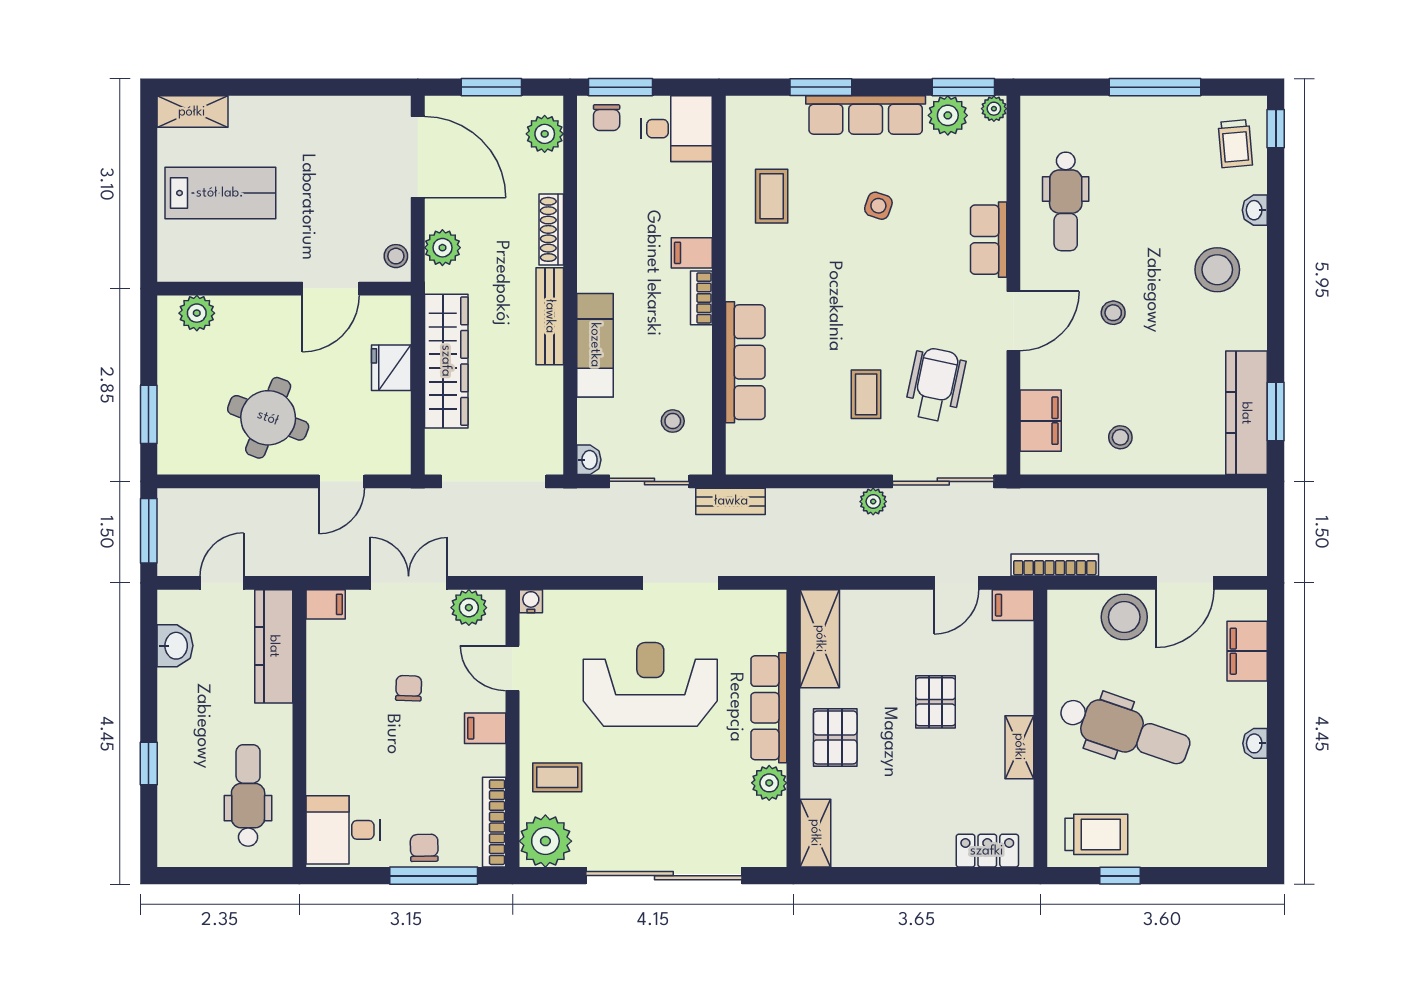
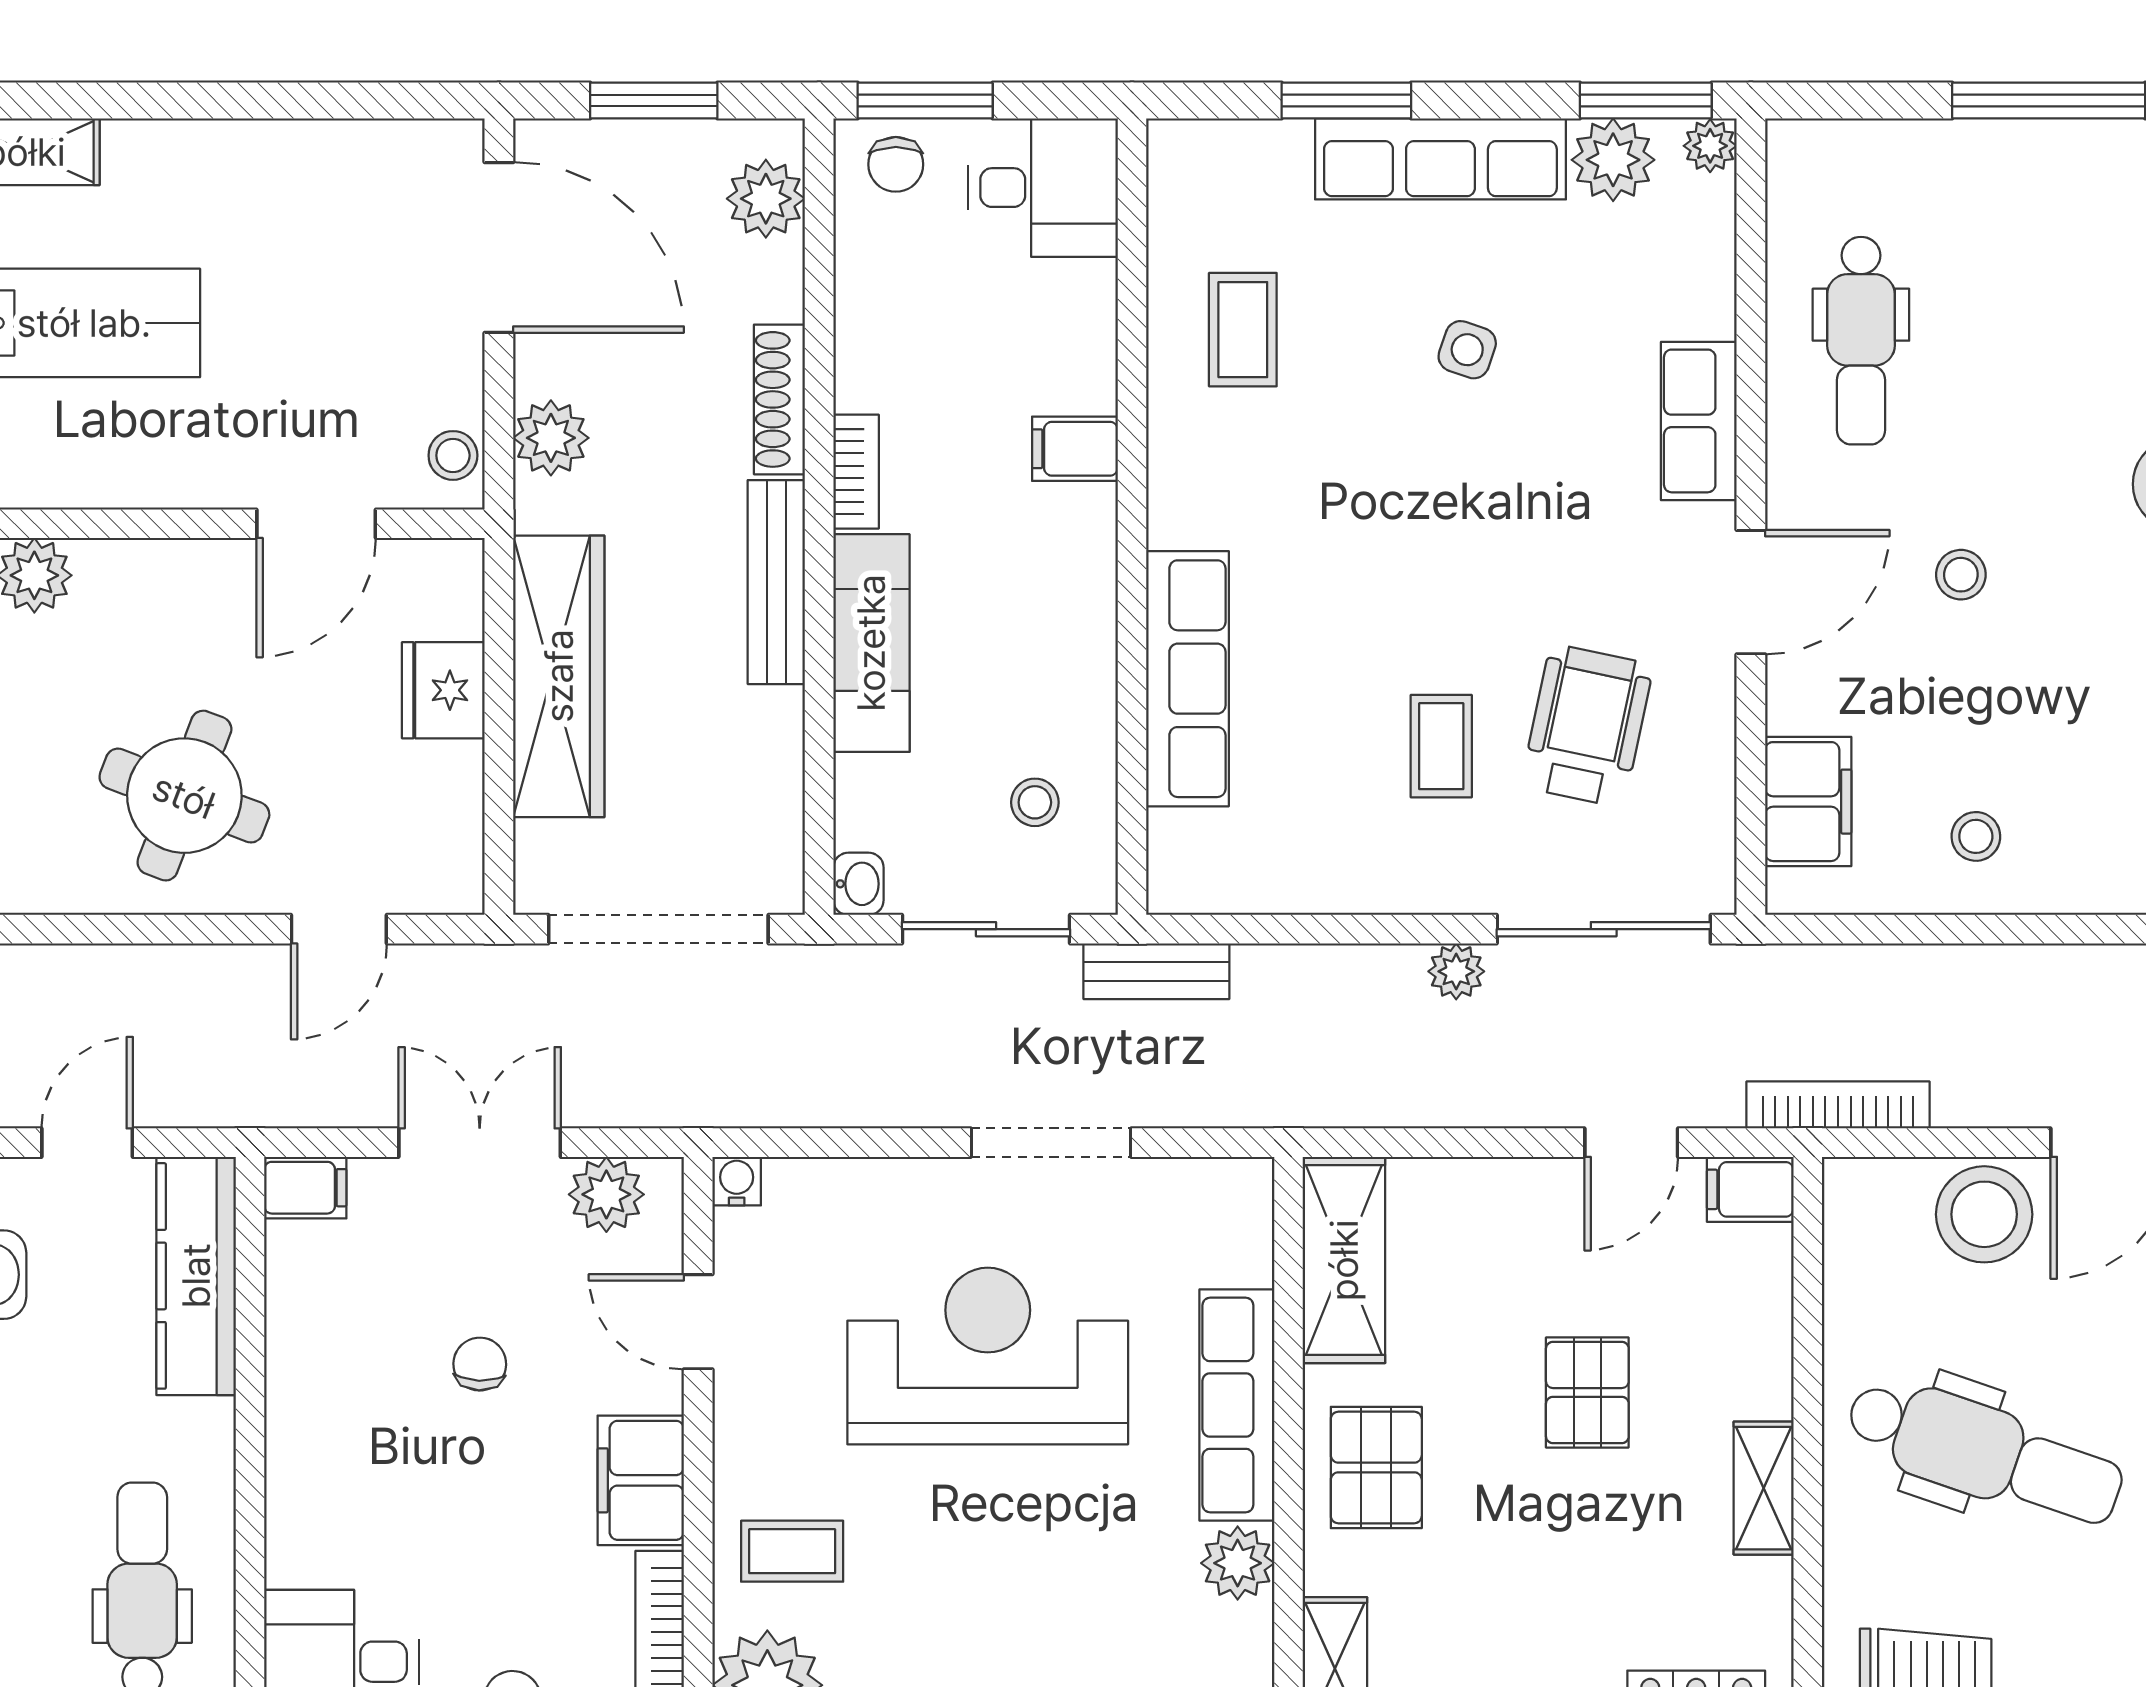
bookcase: (701, 298) -> (856, 472), moved, turned 180
filing cabinet: (485, 728) -> (641, 1480), width x2.00

